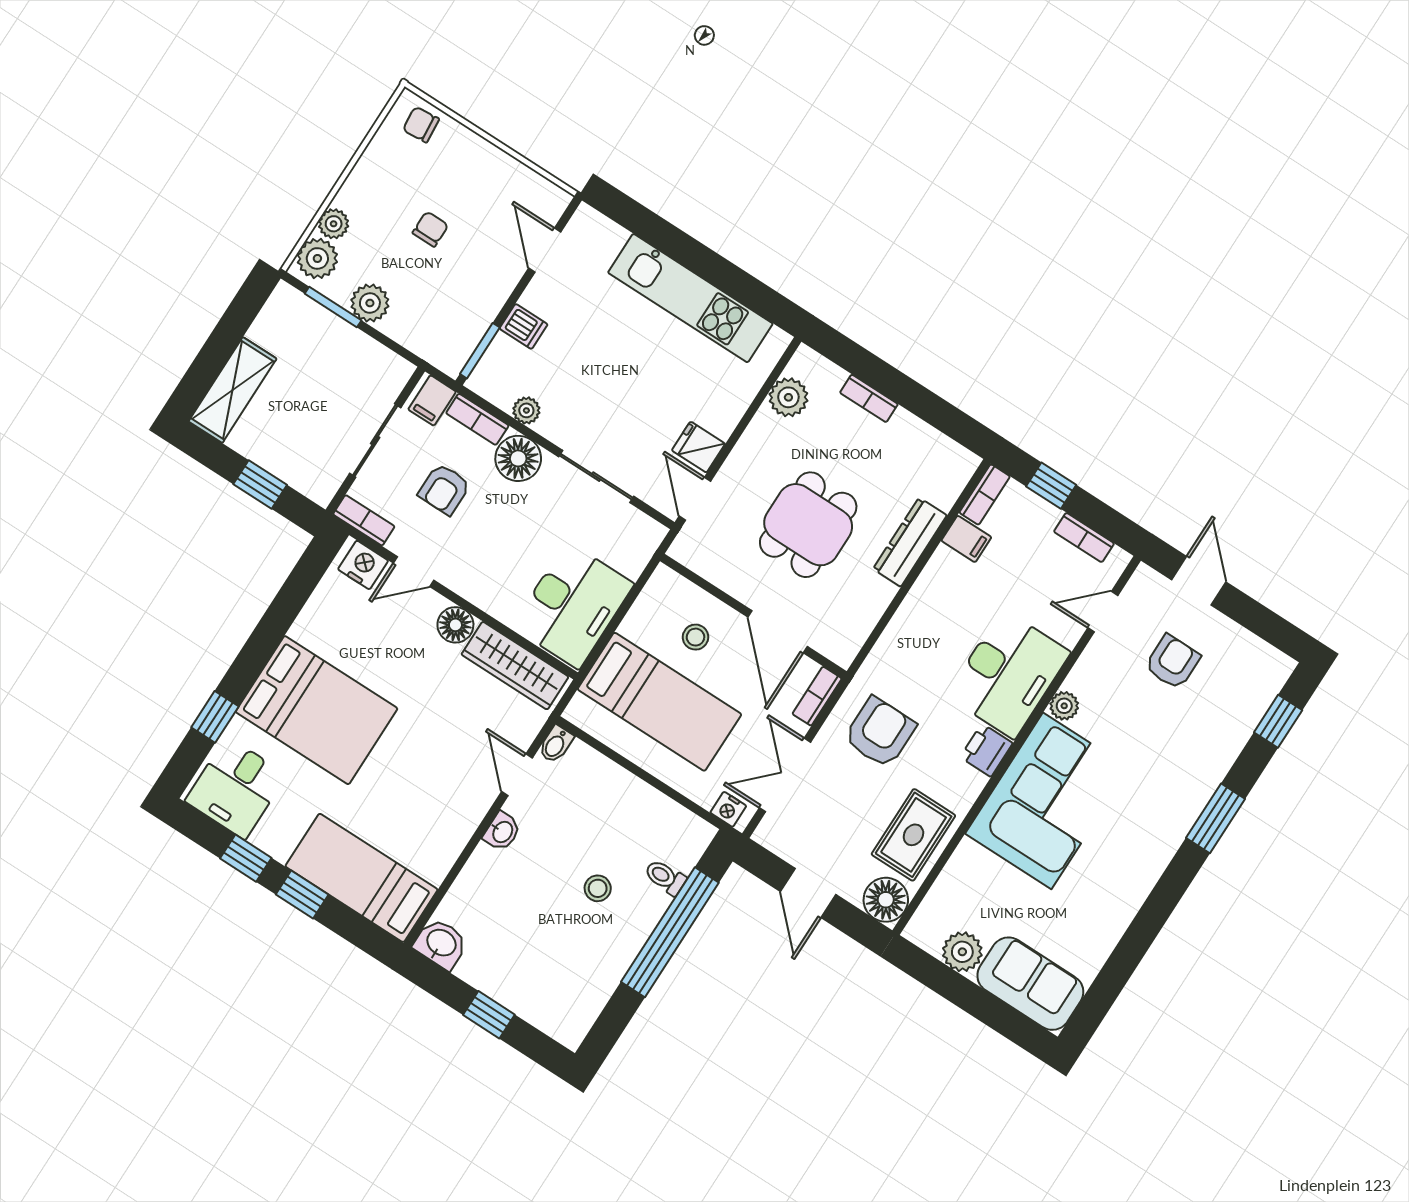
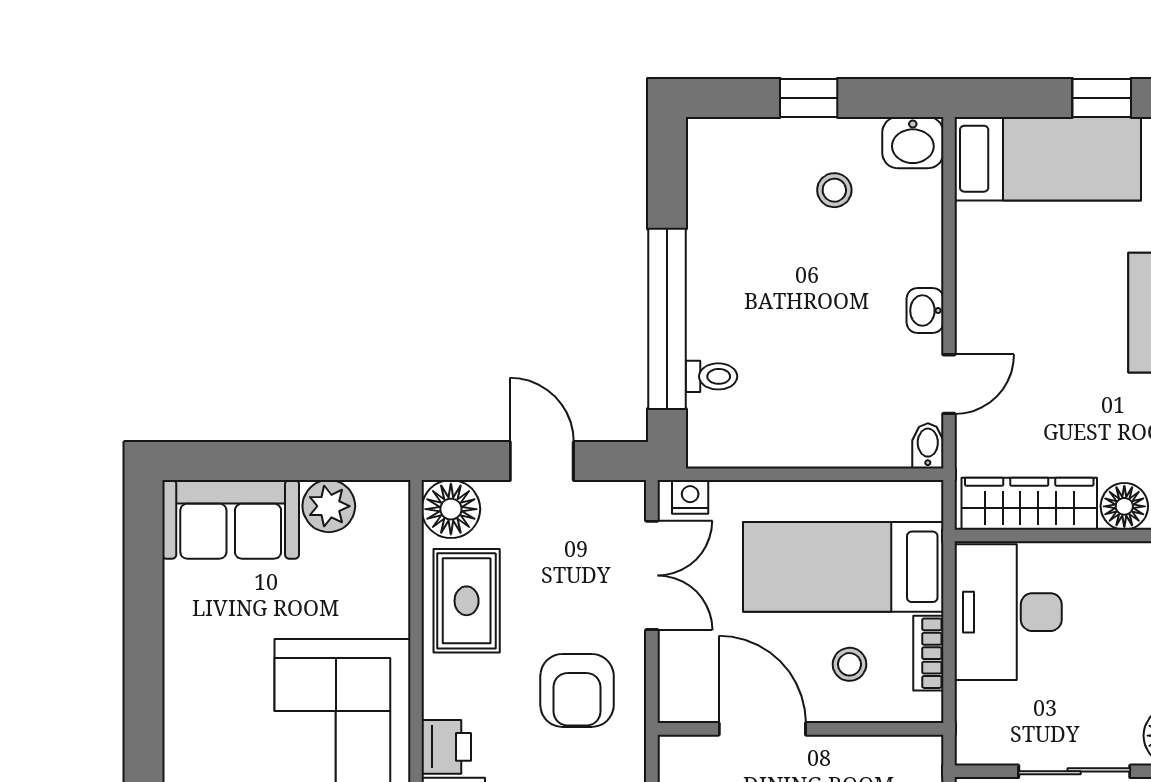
bookcase: (817, 696) -> (928, 653), moved, turned 180
door: (517, 775) -> (949, 384), hinge flipped
stool: (598, 888) -> (834, 190), moved

